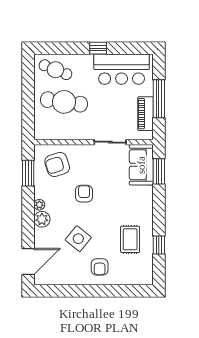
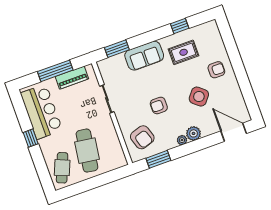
sofa: (141, 165) -> (144, 56), moved

